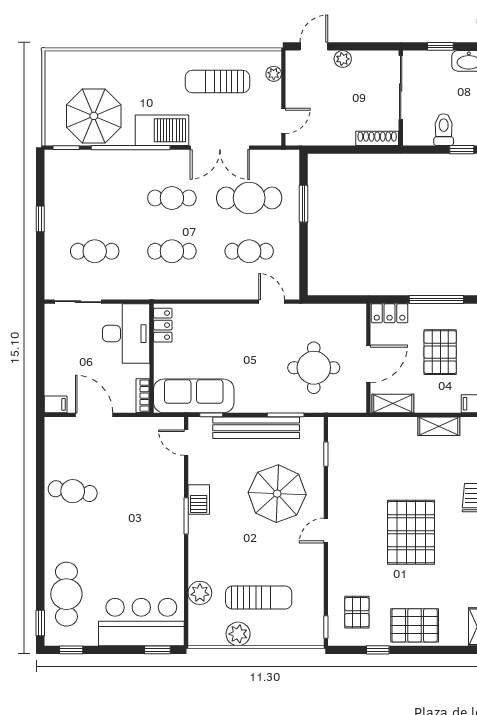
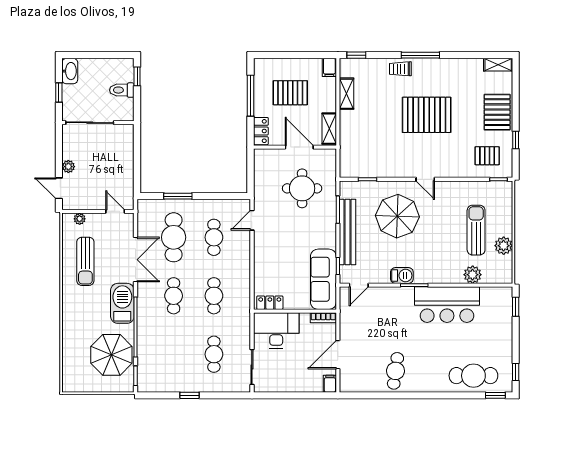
shoe rack: (377, 138) -> (128, 140), removed
bar counter: (141, 622) -> (447, 305), moved, turned -90

